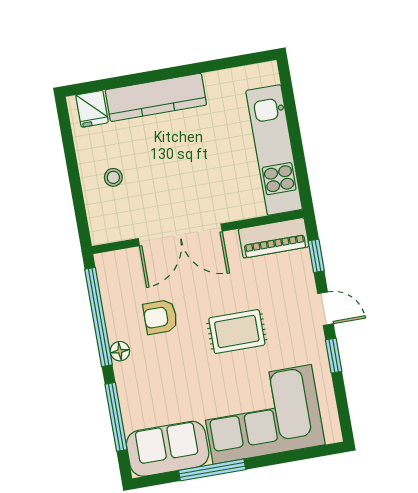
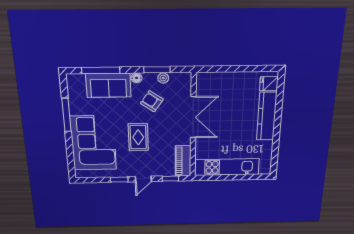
stool: (113, 177) -> (230, 89), removed
double door: (180, 235) -> (193, 117), swing flipped
plant: (112, 303) -> (163, 78), added
window: (99, 317) -> (157, 70), width x0.47
armchair: (160, 317) -> (152, 101), turned -55
sofa: (168, 449) -> (108, 85), moved, turned 90

